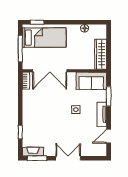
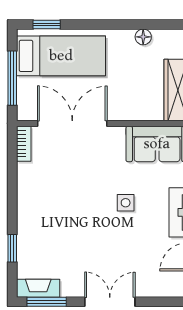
double door: (50, 71) -> (72, 123), swing flipped

